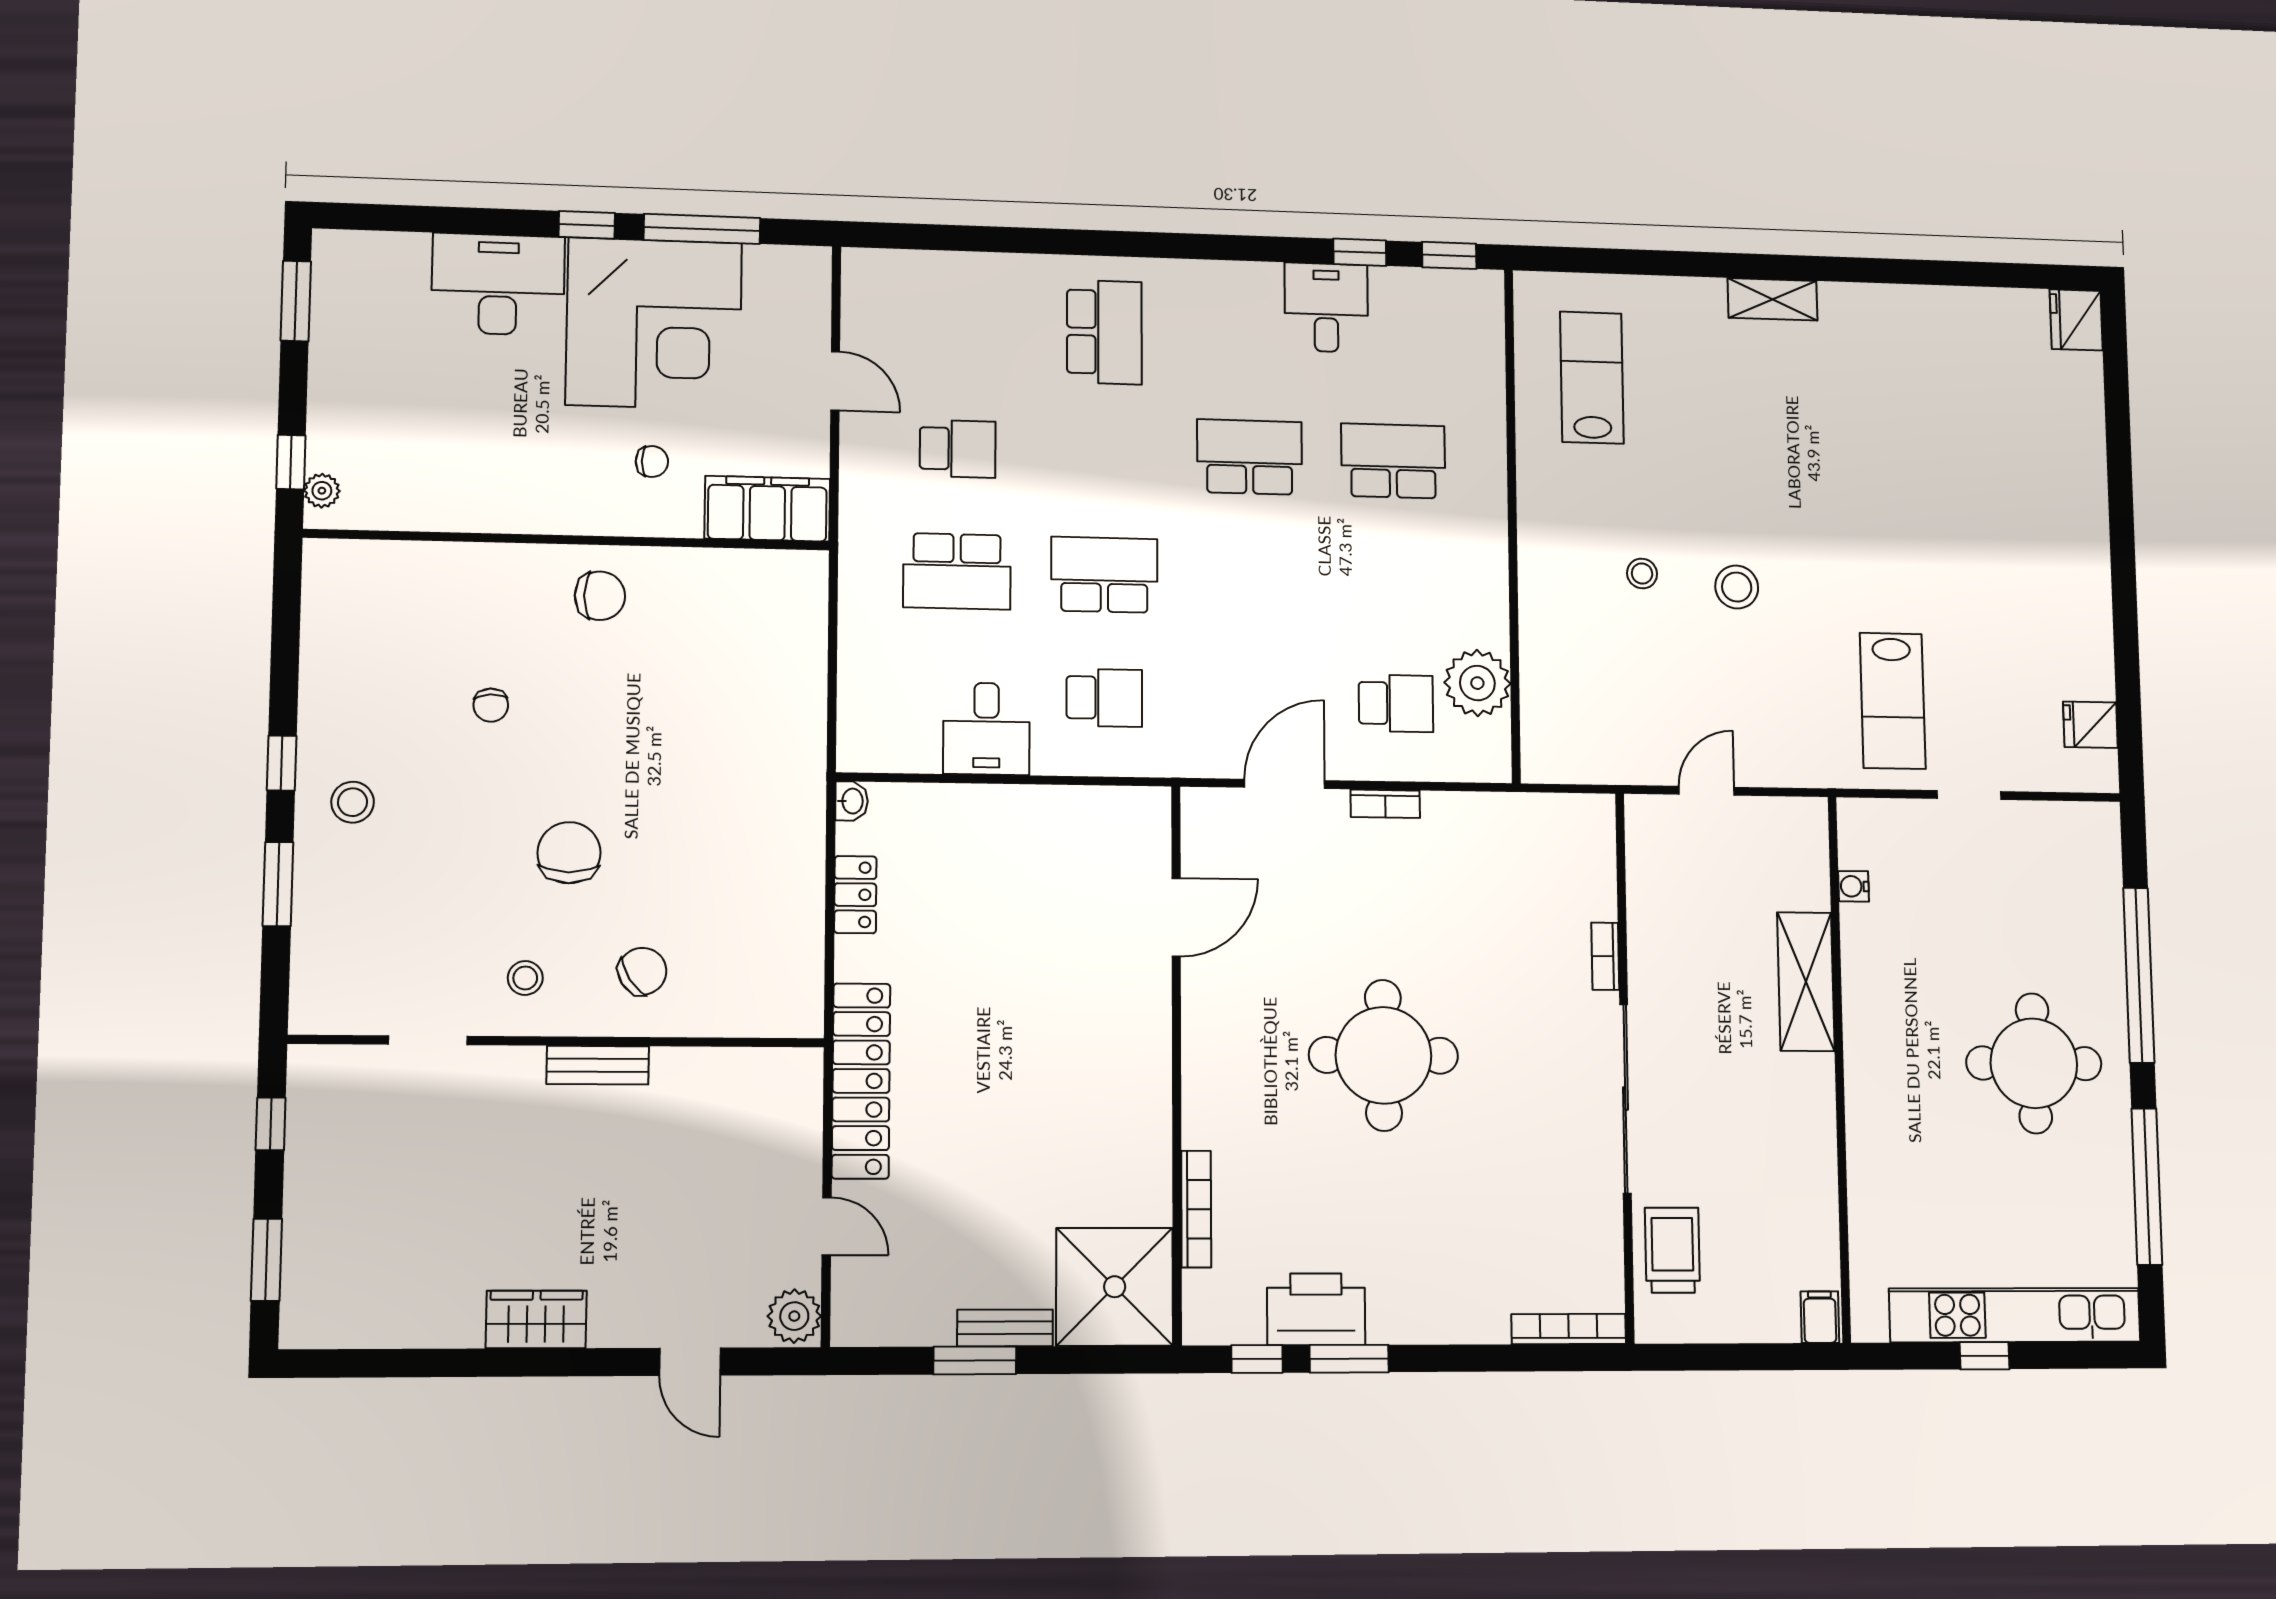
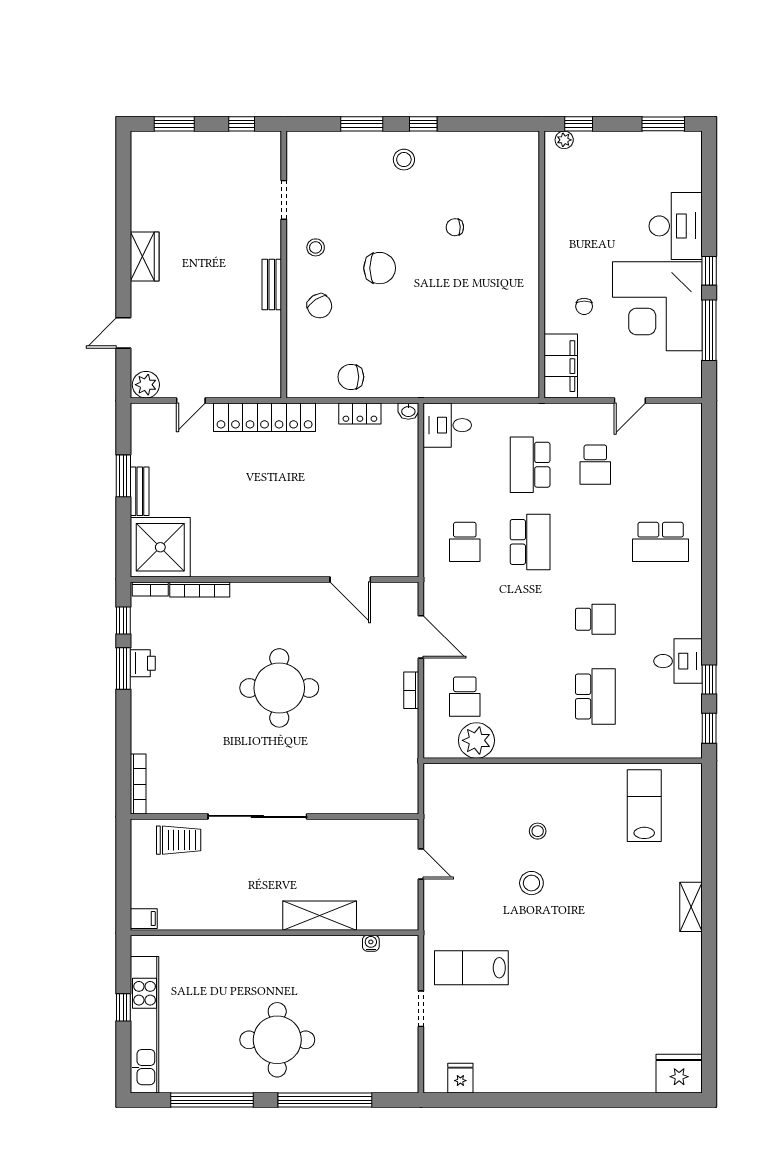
fridge: (2076, 320) -> (679, 1074), width x1.36, depth x1.34
lab bench: (1592, 378) -> (644, 806), turned -90
school desk: (1250, 457) -> (595, 619), width x0.54
chair: (600, 596) -> (351, 377), moved, turned 90
desk: (986, 729) -> (447, 425), moved
bookcase: (1605, 956) -> (150, 589), moved, turned 180
printer: (1316, 1309) -> (143, 663), width x0.53, depth x0.68

